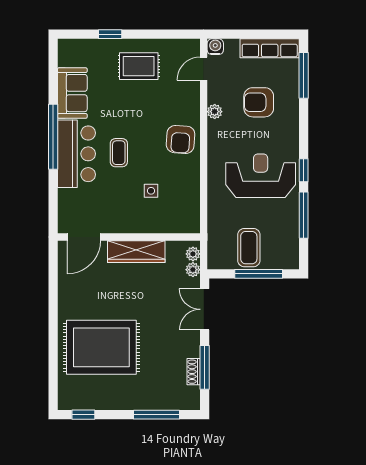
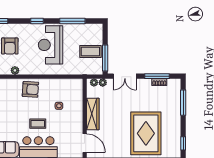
window: (304, 170) -> (37, 21), moved
window: (259, 274) -> (105, 58), moved

